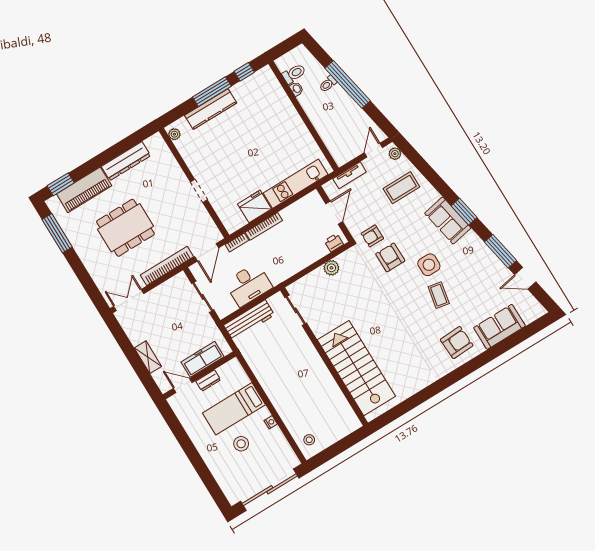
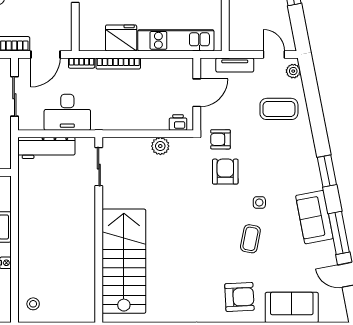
door: (373, 150) -> (274, 54), hinge flipped
sofa: (448, 221) -> (314, 217), moved
side table: (429, 265) -> (259, 203), width x0.54, depth x0.54

